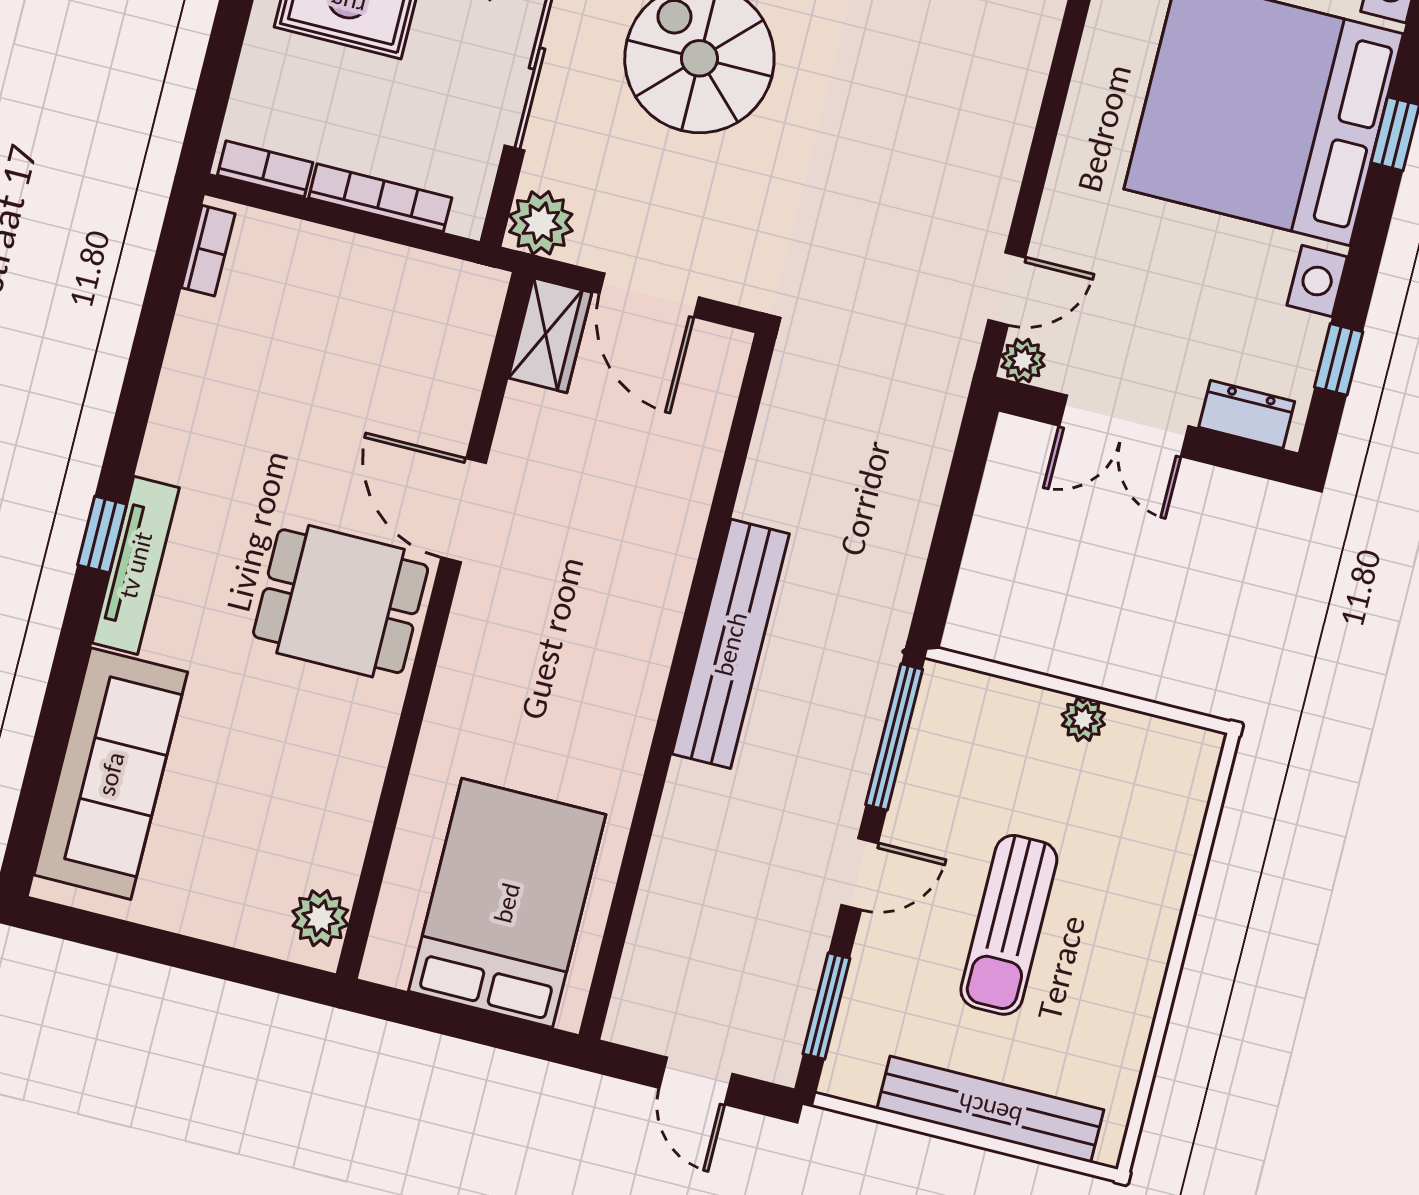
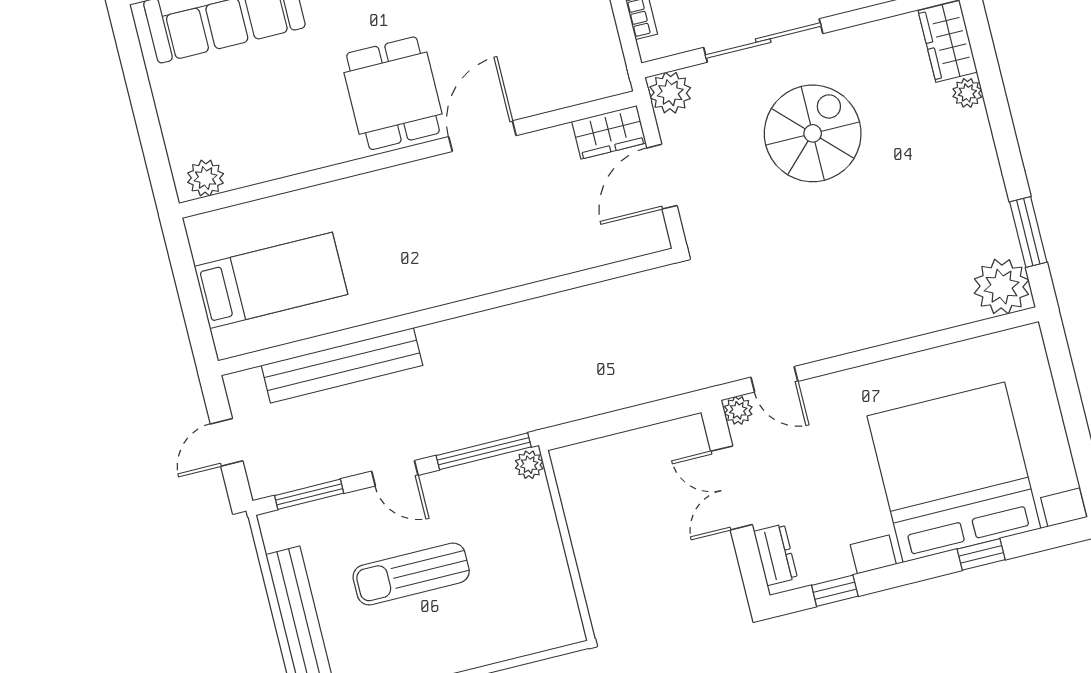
bench: (731, 644) -> (342, 365), moved
plant: (1083, 719) -> (529, 465), moved
bed: (507, 903) -> (271, 280), width x0.67

